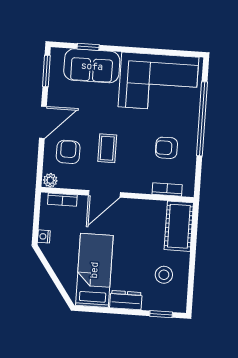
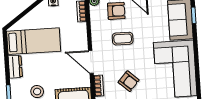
armchair: (166, 148) -> (129, 81), turned 132
door: (104, 194) -> (91, 62), moved

